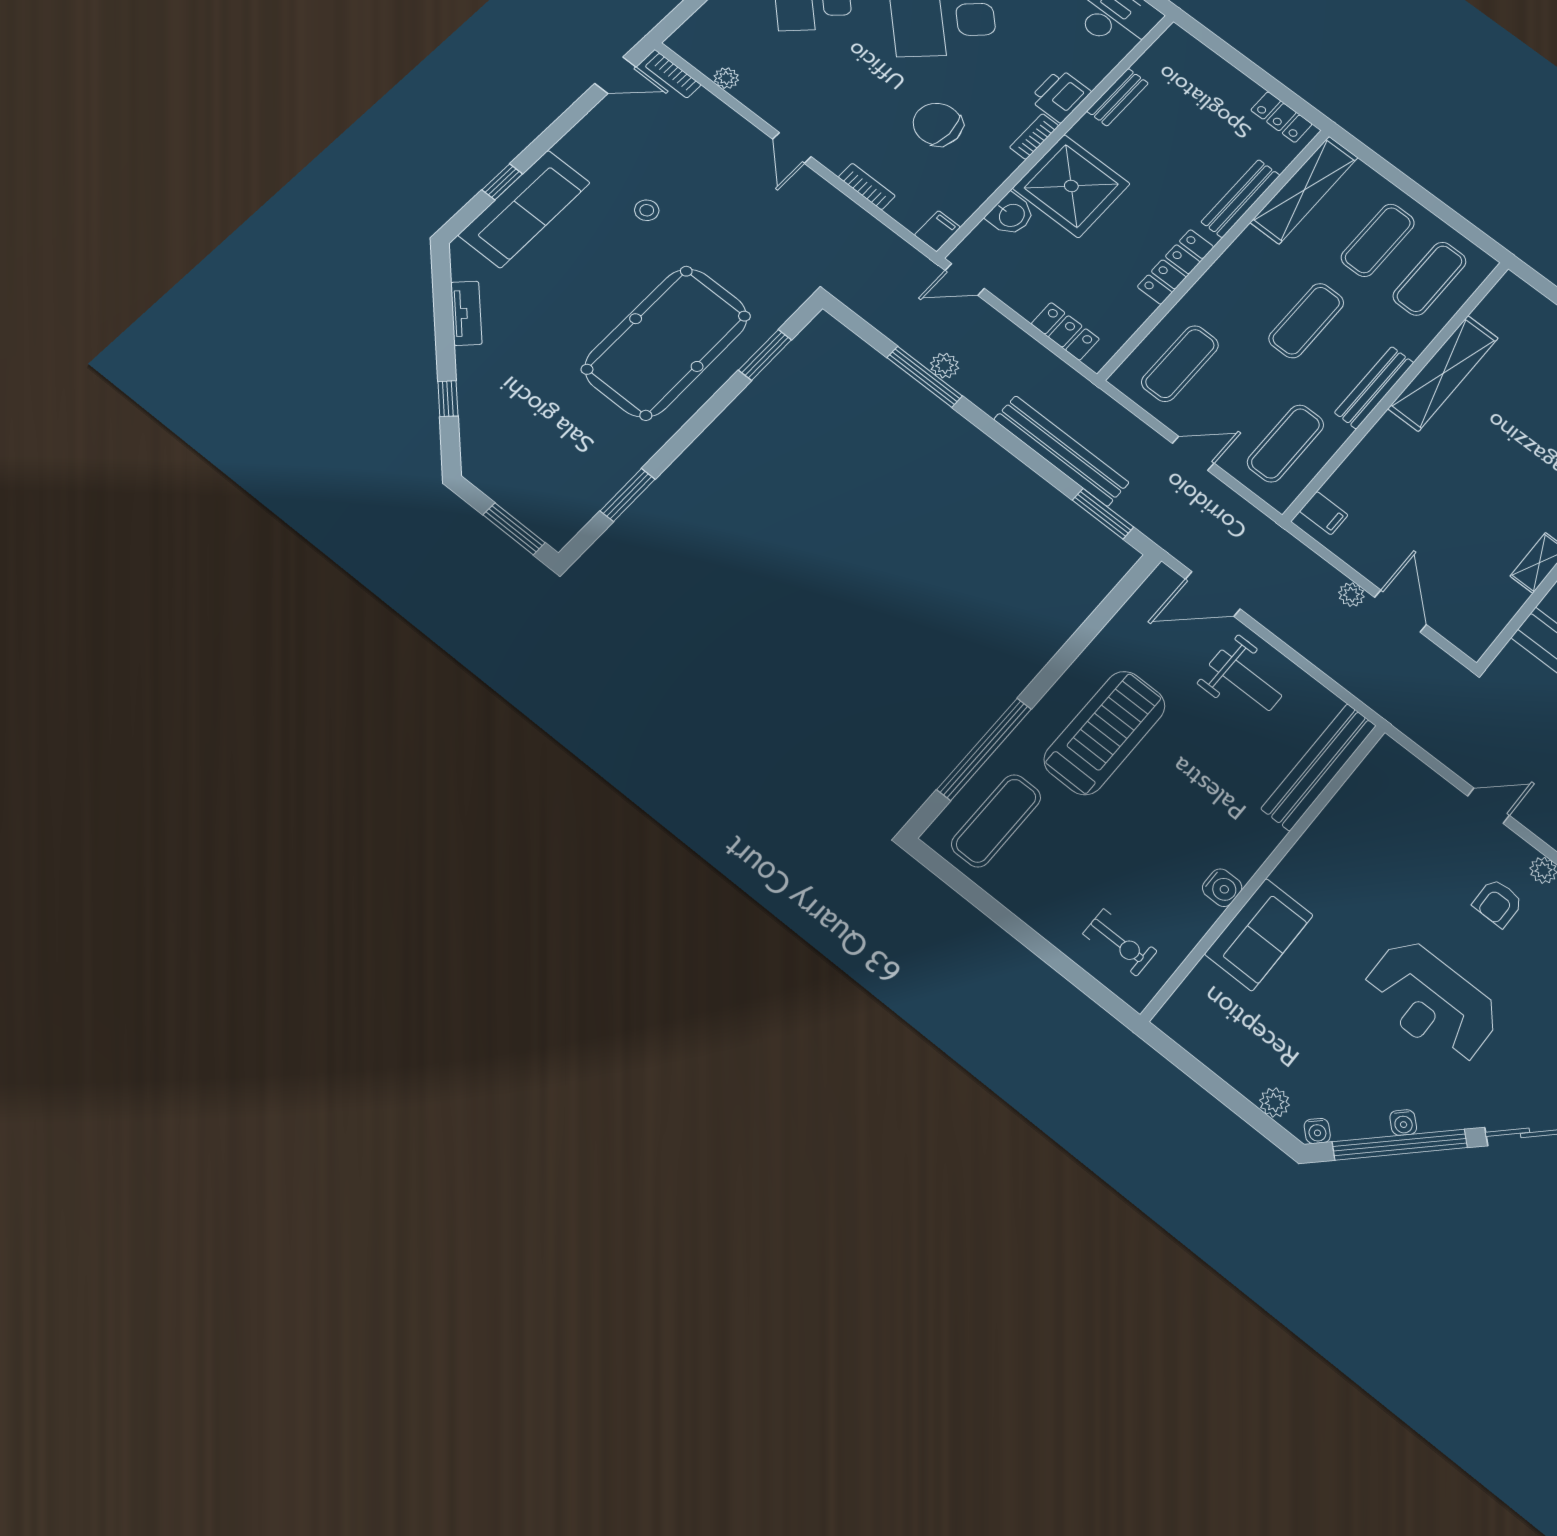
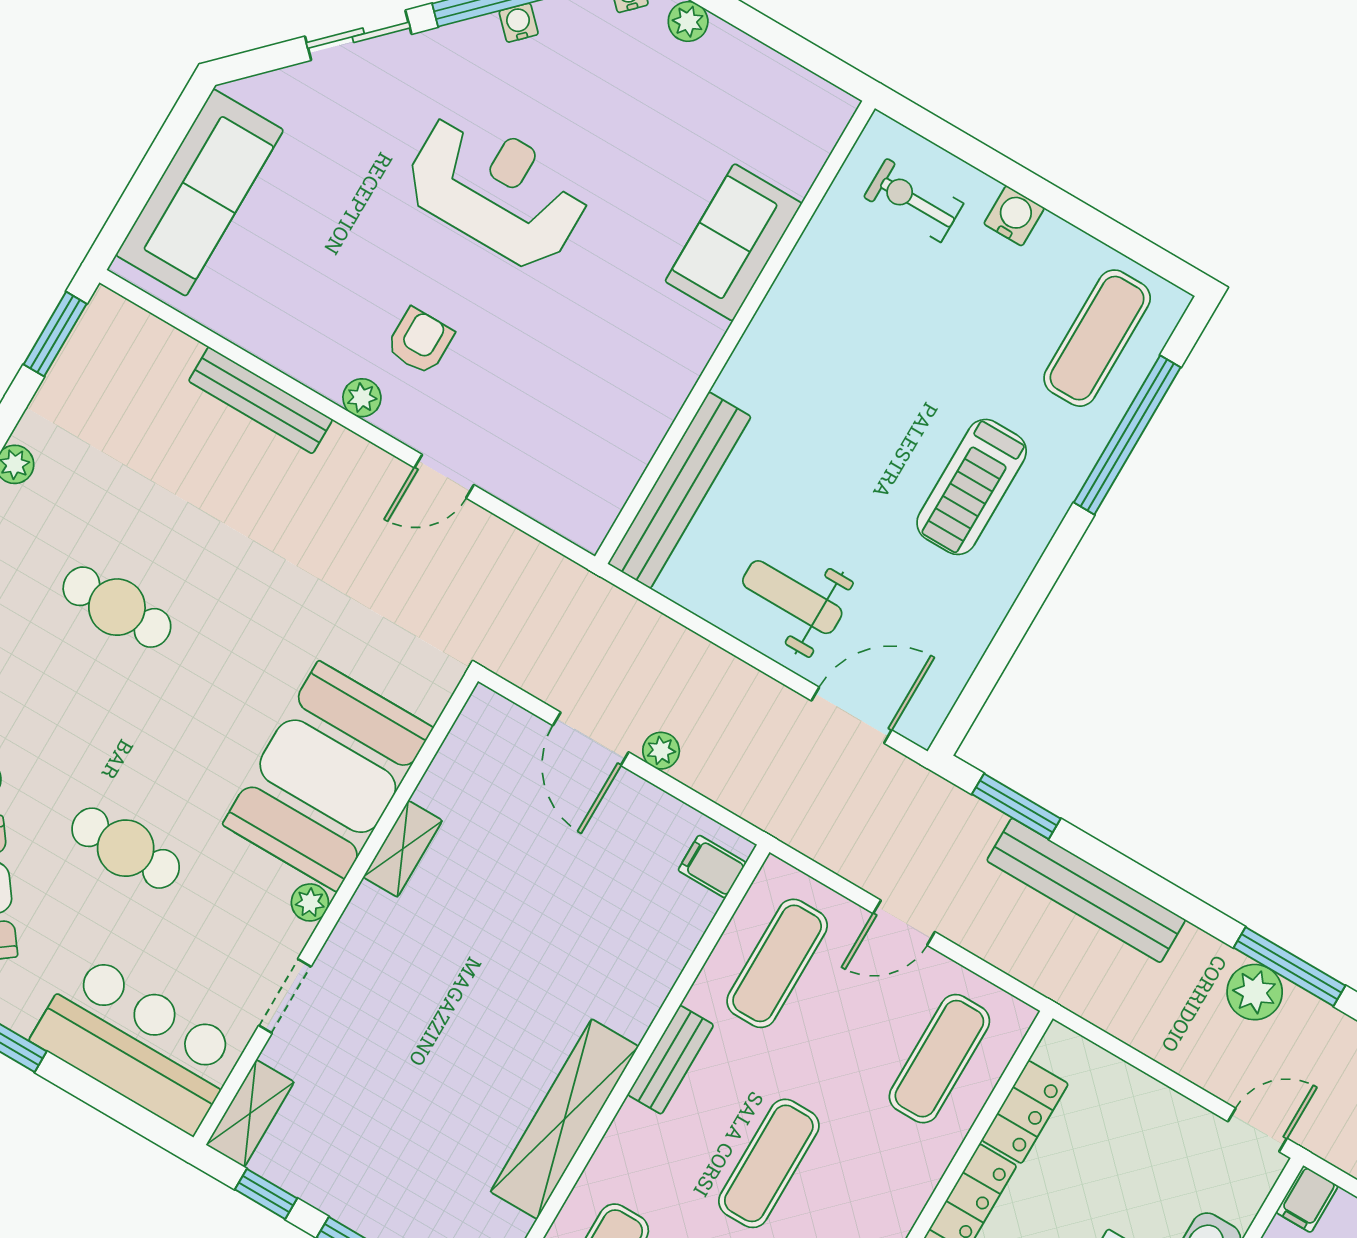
locker: (1065, 331) -> (1025, 1112), moved, turned -90
plant: (945, 366) -> (1255, 992), width x1.38, depth x1.38
bench: (1374, 388) -> (671, 1060), width x0.73
treadmill: (1105, 733) -> (972, 487), width x0.73, depth x0.73
water cooler: (1222, 888) -> (1014, 216), moved, turned 90

